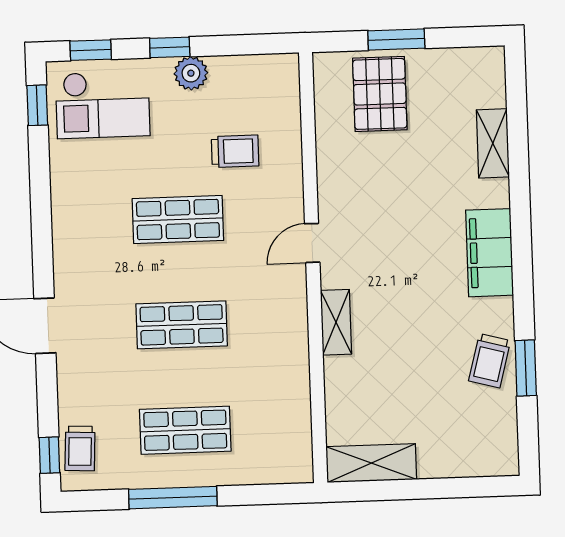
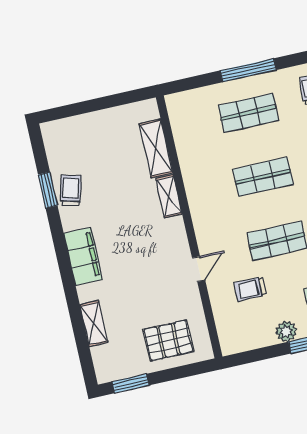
window: (396, 39) -> (131, 383), moved
pallet: (380, 94) -> (168, 341), turned 90
door: (312, 243) -> (199, 269), moved
shelving: (371, 463) -> (156, 148), moved, turned 90

